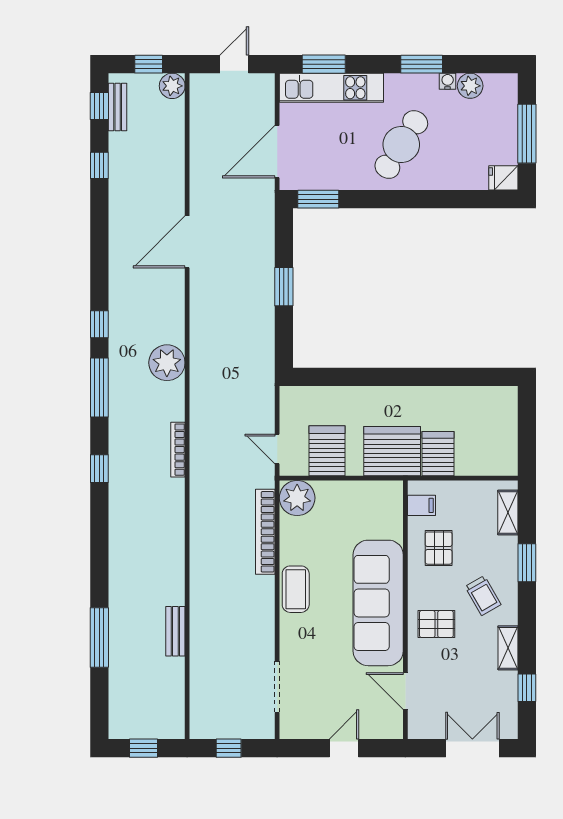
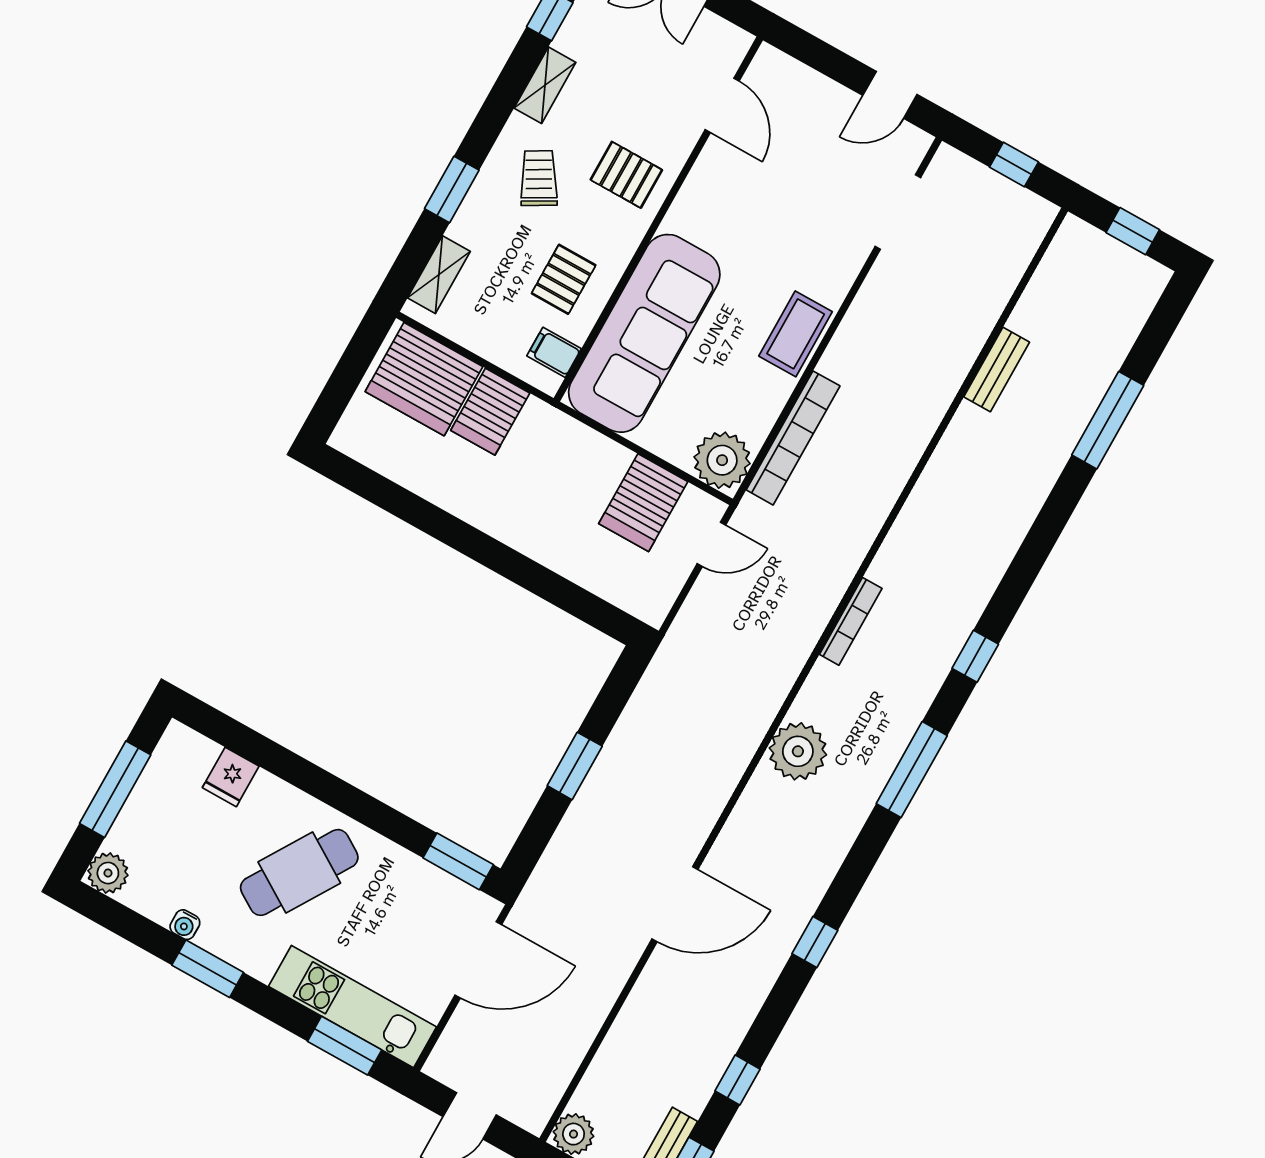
plant: (470, 86) -> (108, 873), moved
fridge: (503, 178) -> (231, 777), moved, turned 90
window: (99, 324) -> (815, 942), moved
door: (277, 449) -> (711, 544), hinge flipped
server rack: (392, 451) -> (424, 379), moved
sofa: (378, 603) -> (644, 333), moved
door: (344, 748) -> (890, 95), moved

